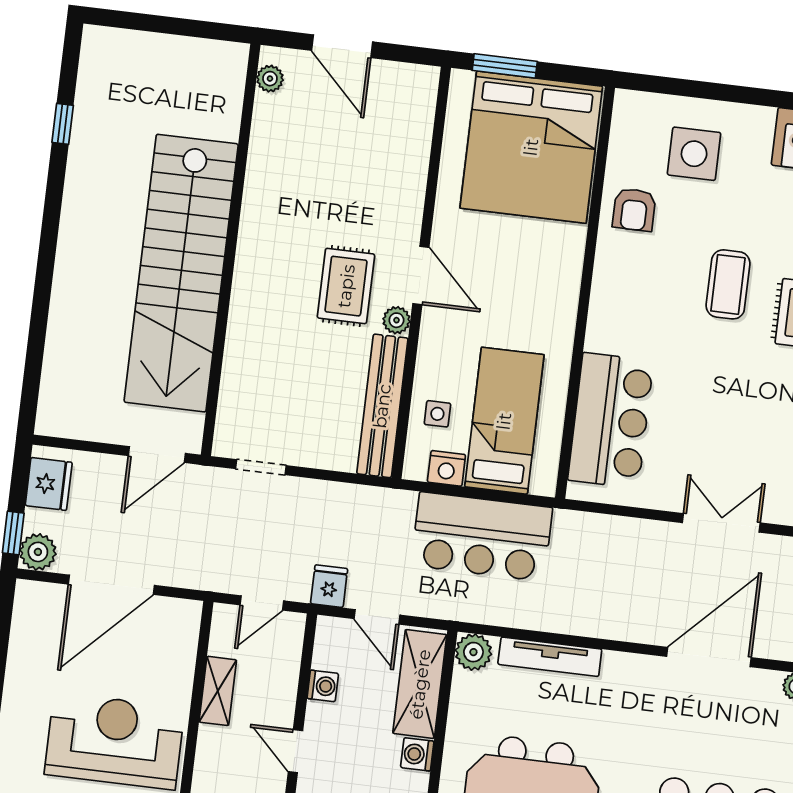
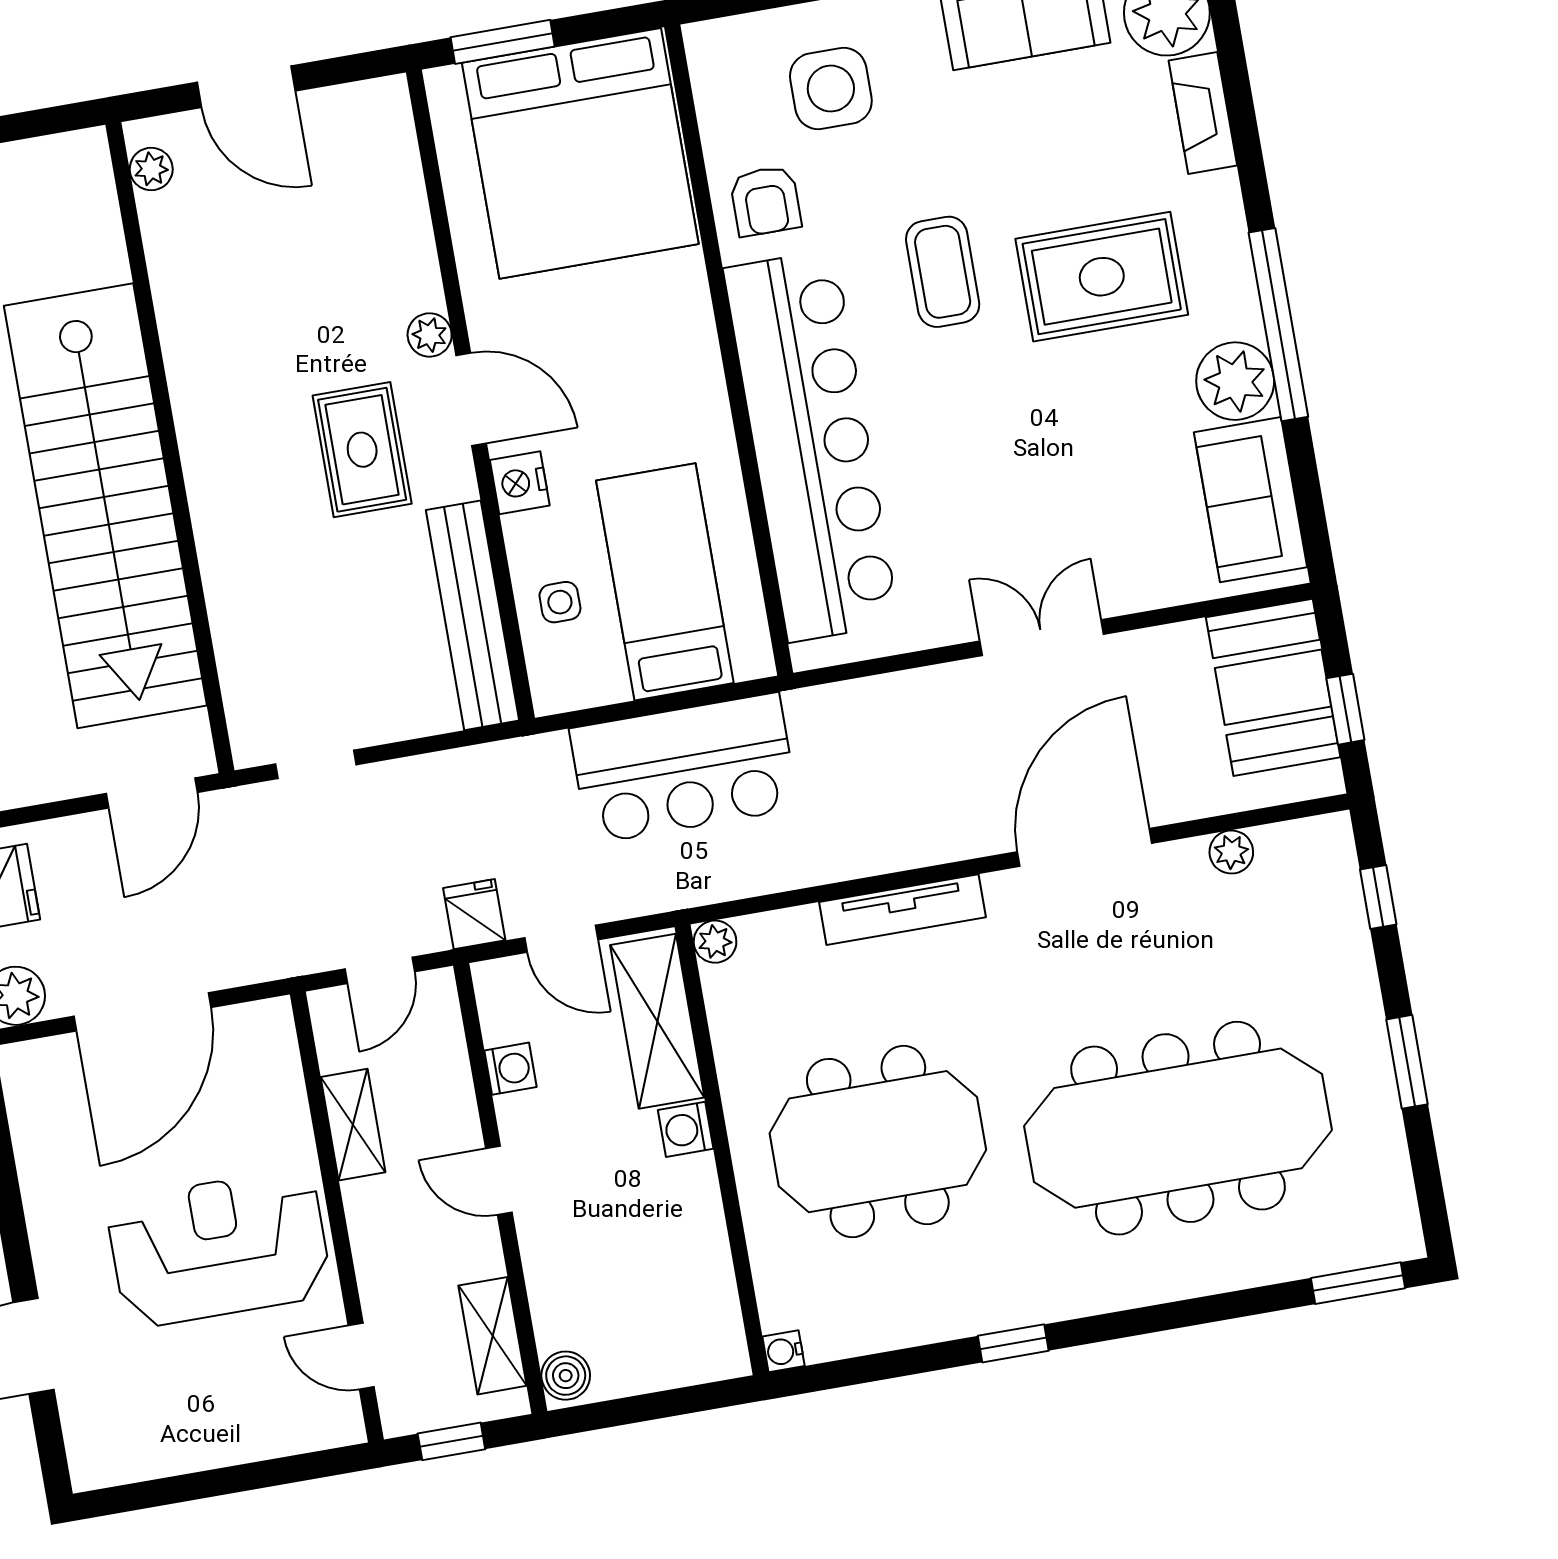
plant: (396, 320) -> (430, 335), moved
bar counter: (611, 420) -> (811, 446), width x1.86
nightstand: (446, 468) -> (520, 483), moved, turned 90
plant: (473, 652) -> (715, 942), width x0.73, depth x0.73
tv unit: (550, 657) -> (903, 910), moved

